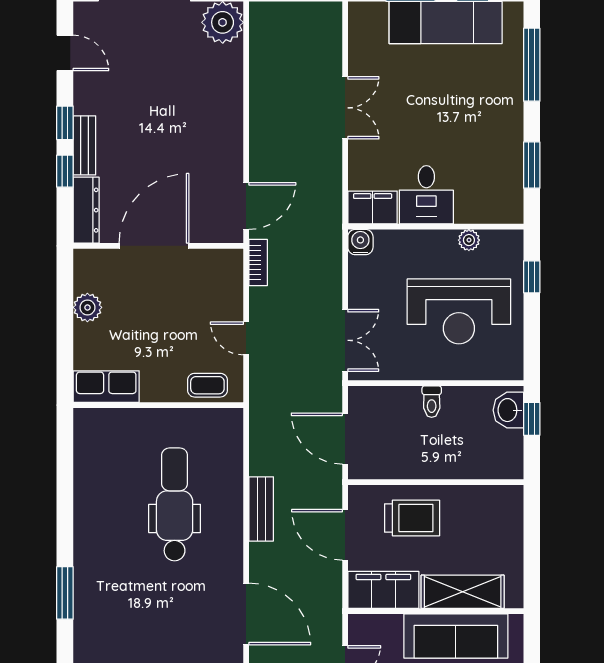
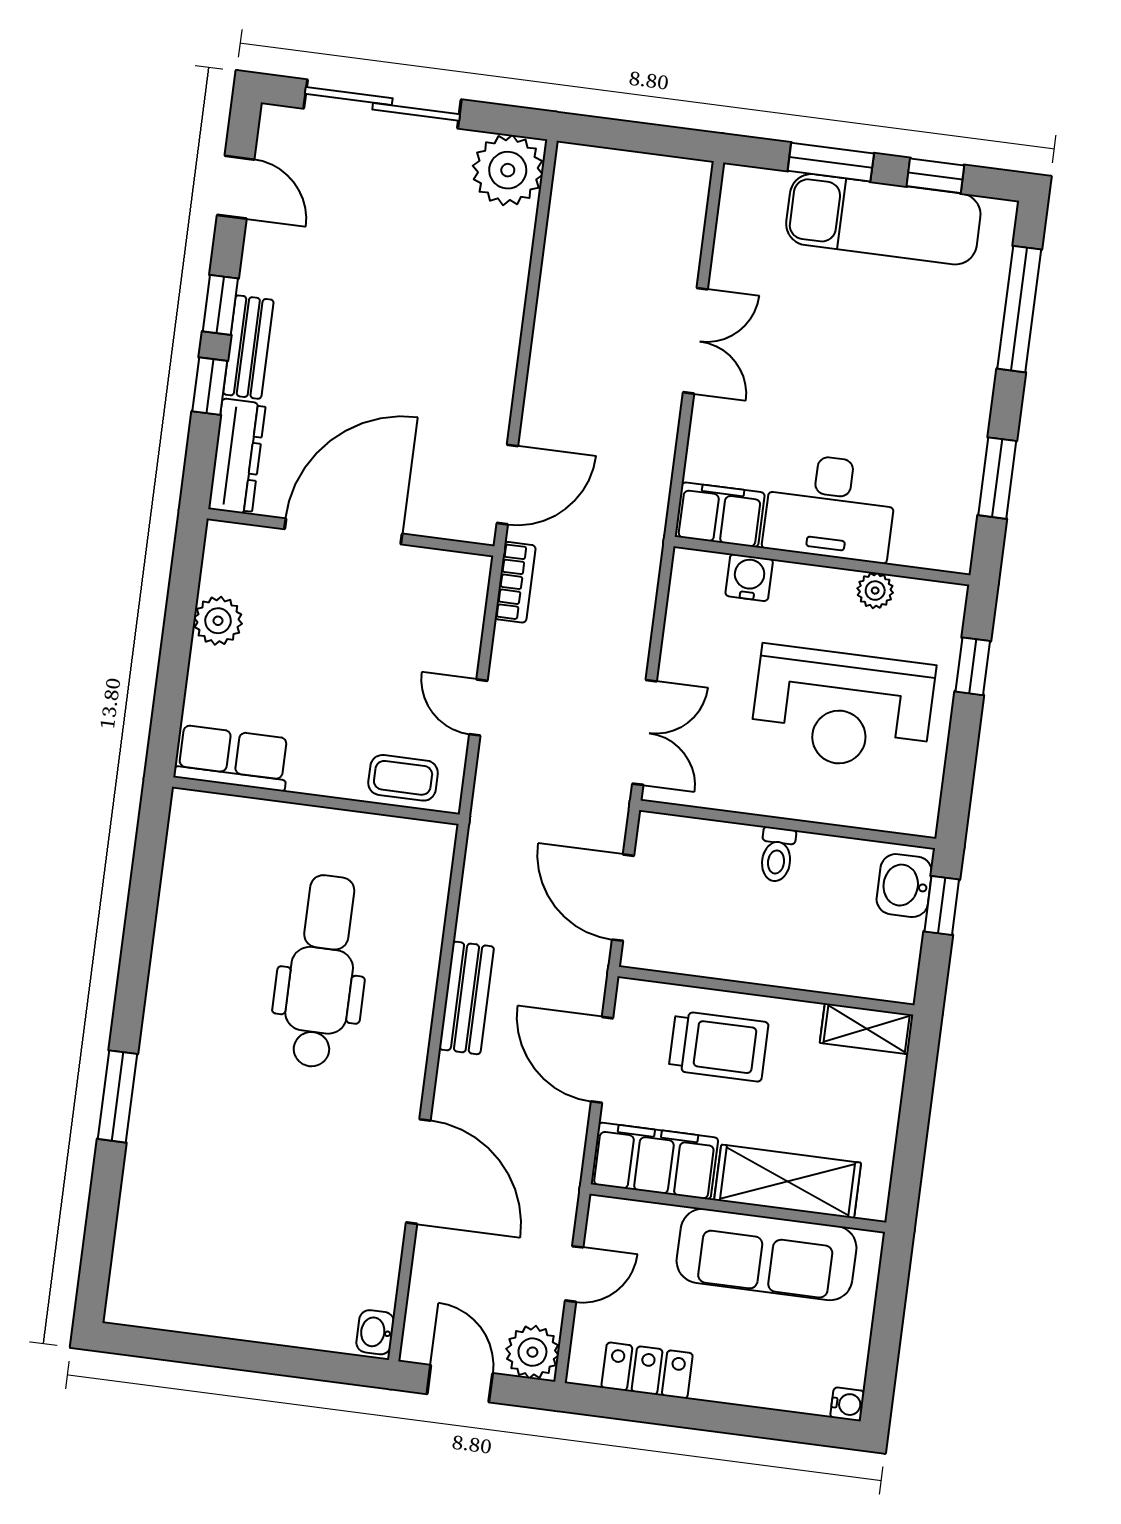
desk: (426, 195) -> (830, 507), width x1.37
water cooler: (360, 242) -> (749, 578), moved
shelving: (497, 497) -> (867, 1029), added

